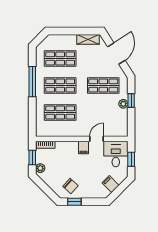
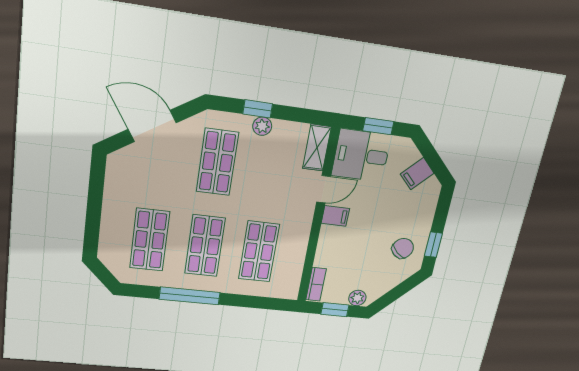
shelving: (88, 39) -> (317, 148), moved
door: (96, 139) -> (324, 189), swing flipped

